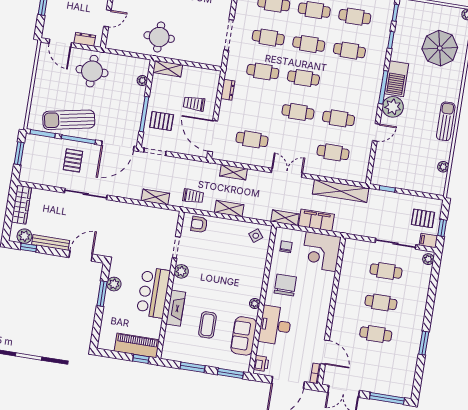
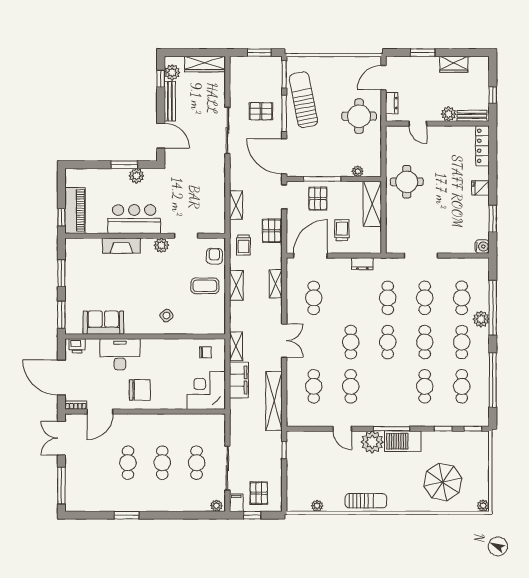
shelving: (168, 69) -> (372, 204), width x1.50, depth x1.33
pallet: (184, 168) -> (272, 231), added
side table: (256, 236) -> (166, 315), moved
chair: (285, 285) -> (140, 390), moved
plant: (255, 304) -> (140, 329), removed
coffee table: (207, 325) -> (205, 286), moved

